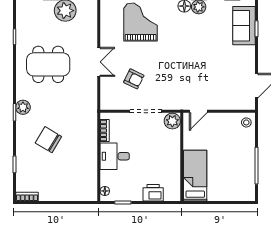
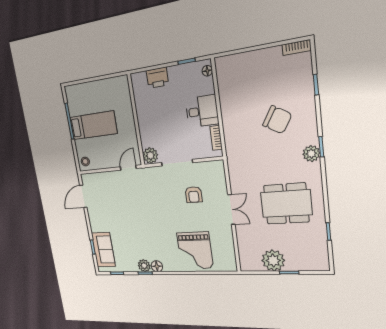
double door: (99, 62) -> (231, 210), swing flipped
armchair: (134, 79) -> (194, 195), turned -116
bed: (195, 176) -> (93, 125), moved, turned -90

